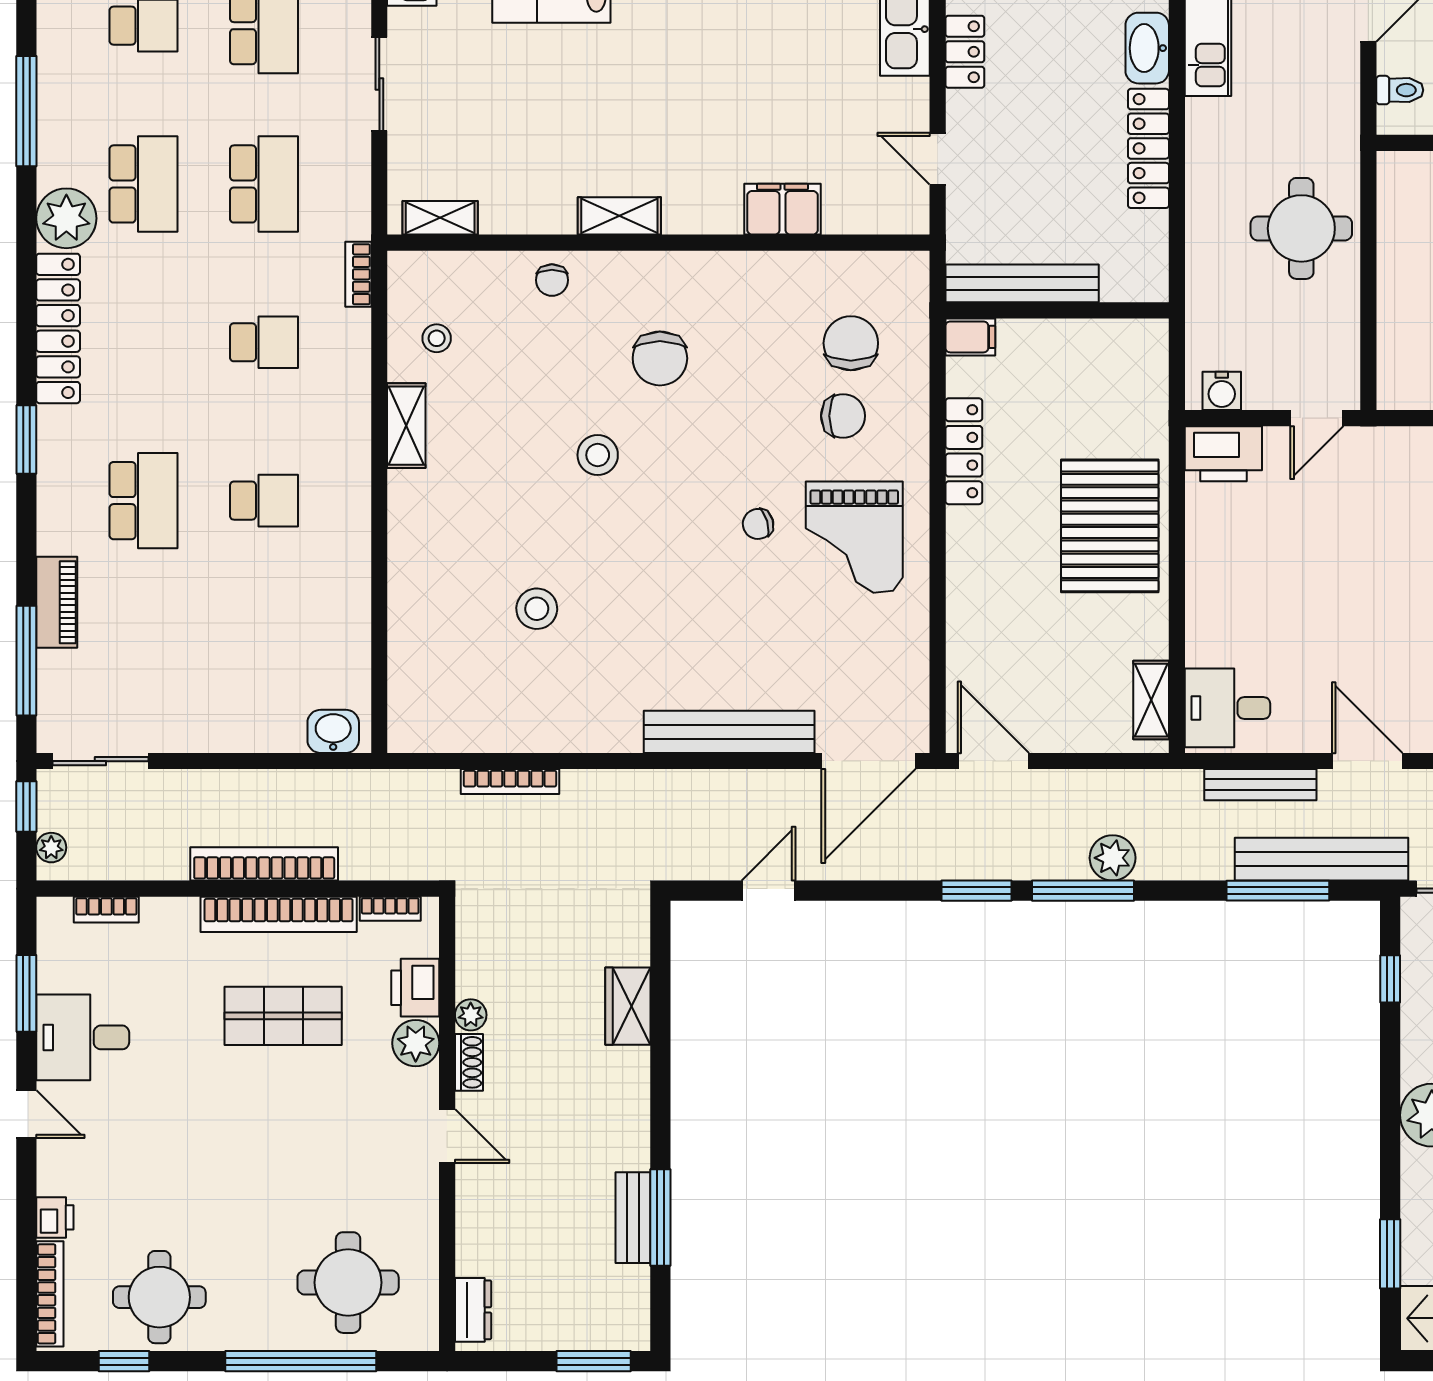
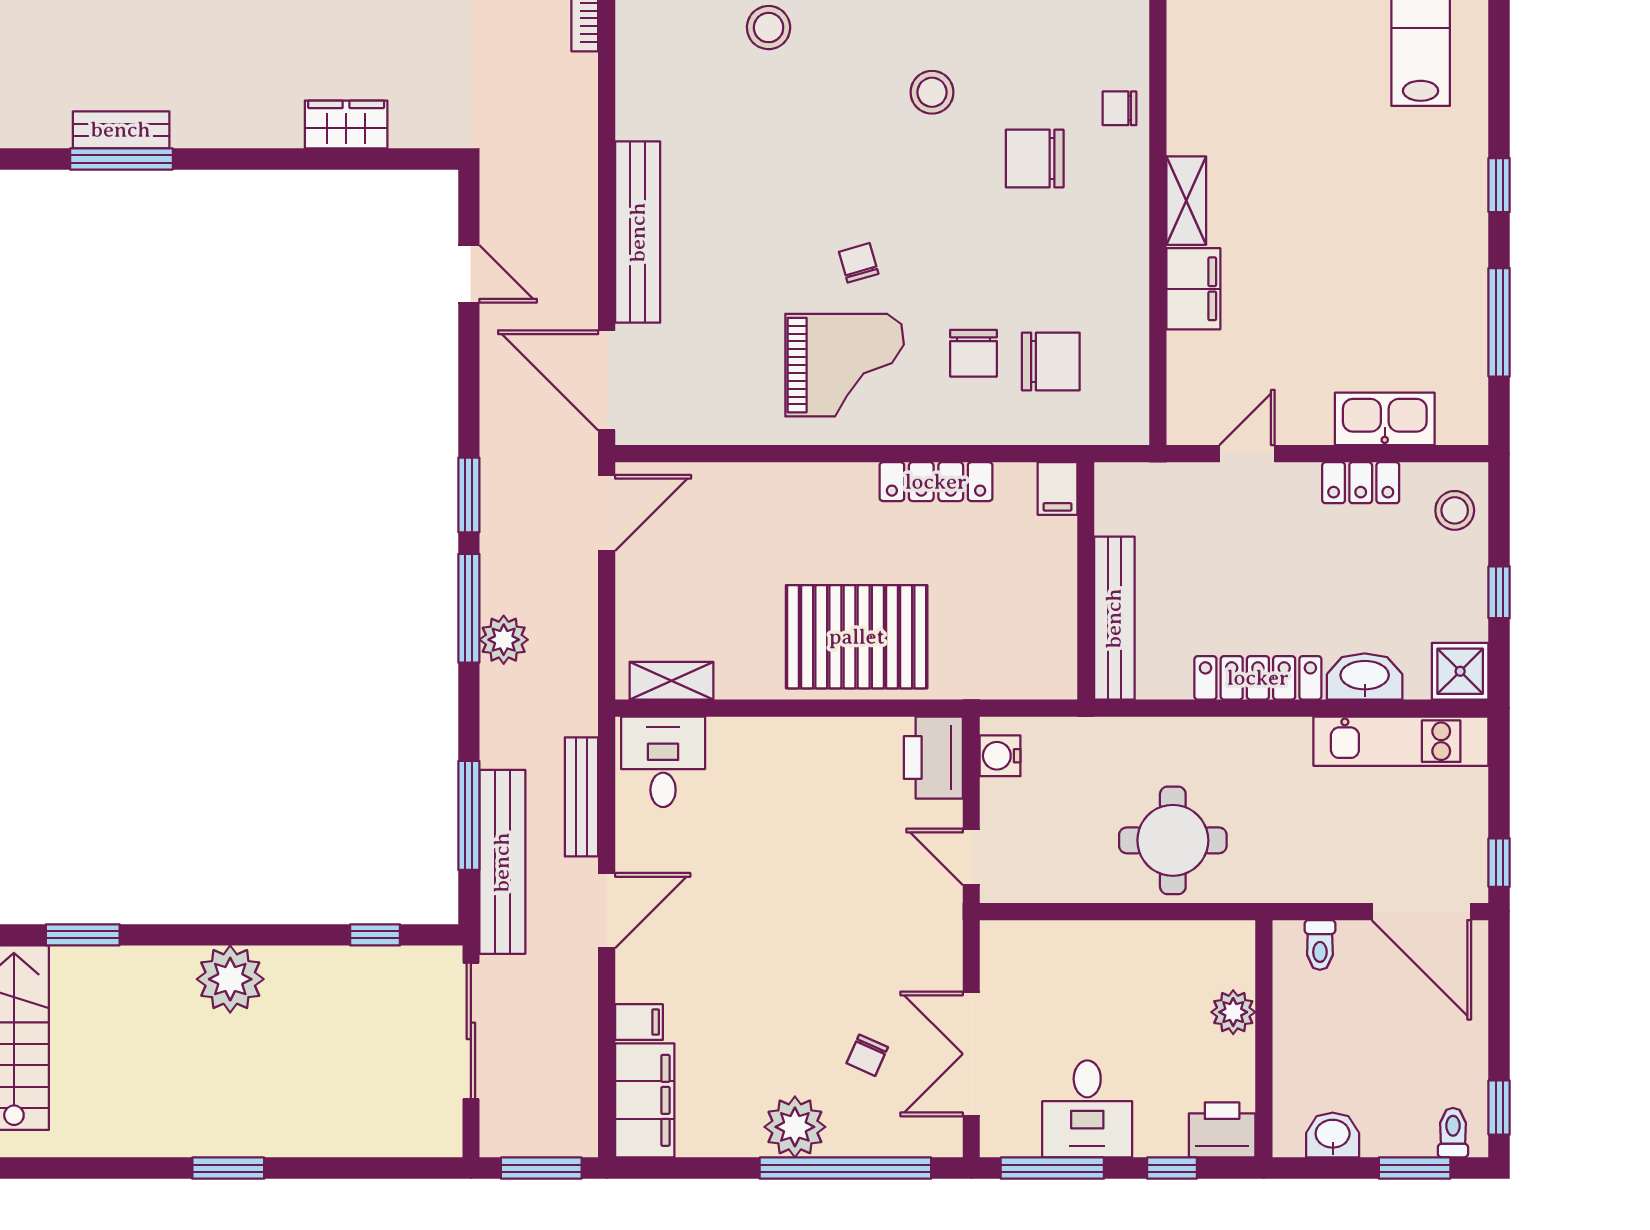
shelving: (619, 216) -> (1186, 201), moved
chair: (552, 280) -> (1119, 108), moved
bench: (1022, 283) -> (1114, 618), moved
grand piano: (854, 537) -> (845, 365), turned 180

